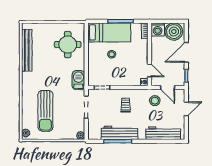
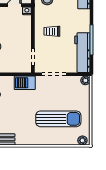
workbench: (119, 133) -> (82, 53), moved

